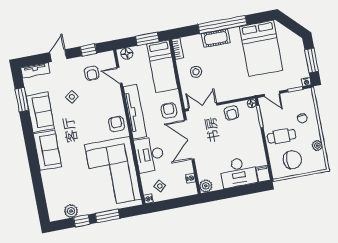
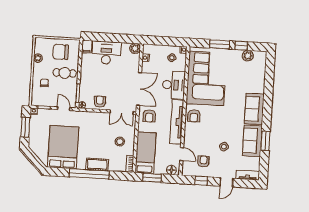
window: (22, 100) -> (265, 141), moved

